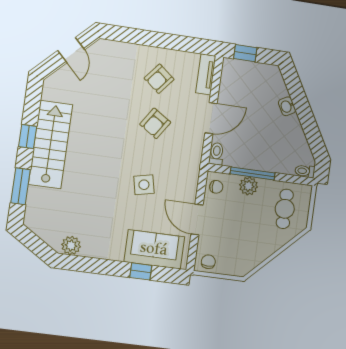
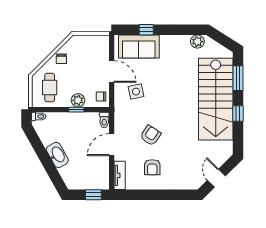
armchair: (159, 79) -> (152, 167), turned 141
washbasin: (287, 106) -> (57, 155), width x1.91, depth x1.45
stairs: (50, 145) -> (216, 99), width x1.36, depth x1.51
window: (253, 173) -> (76, 110), width x0.46
side table: (144, 185) -> (136, 92), moved
chair: (208, 262) -> (61, 59), moved

